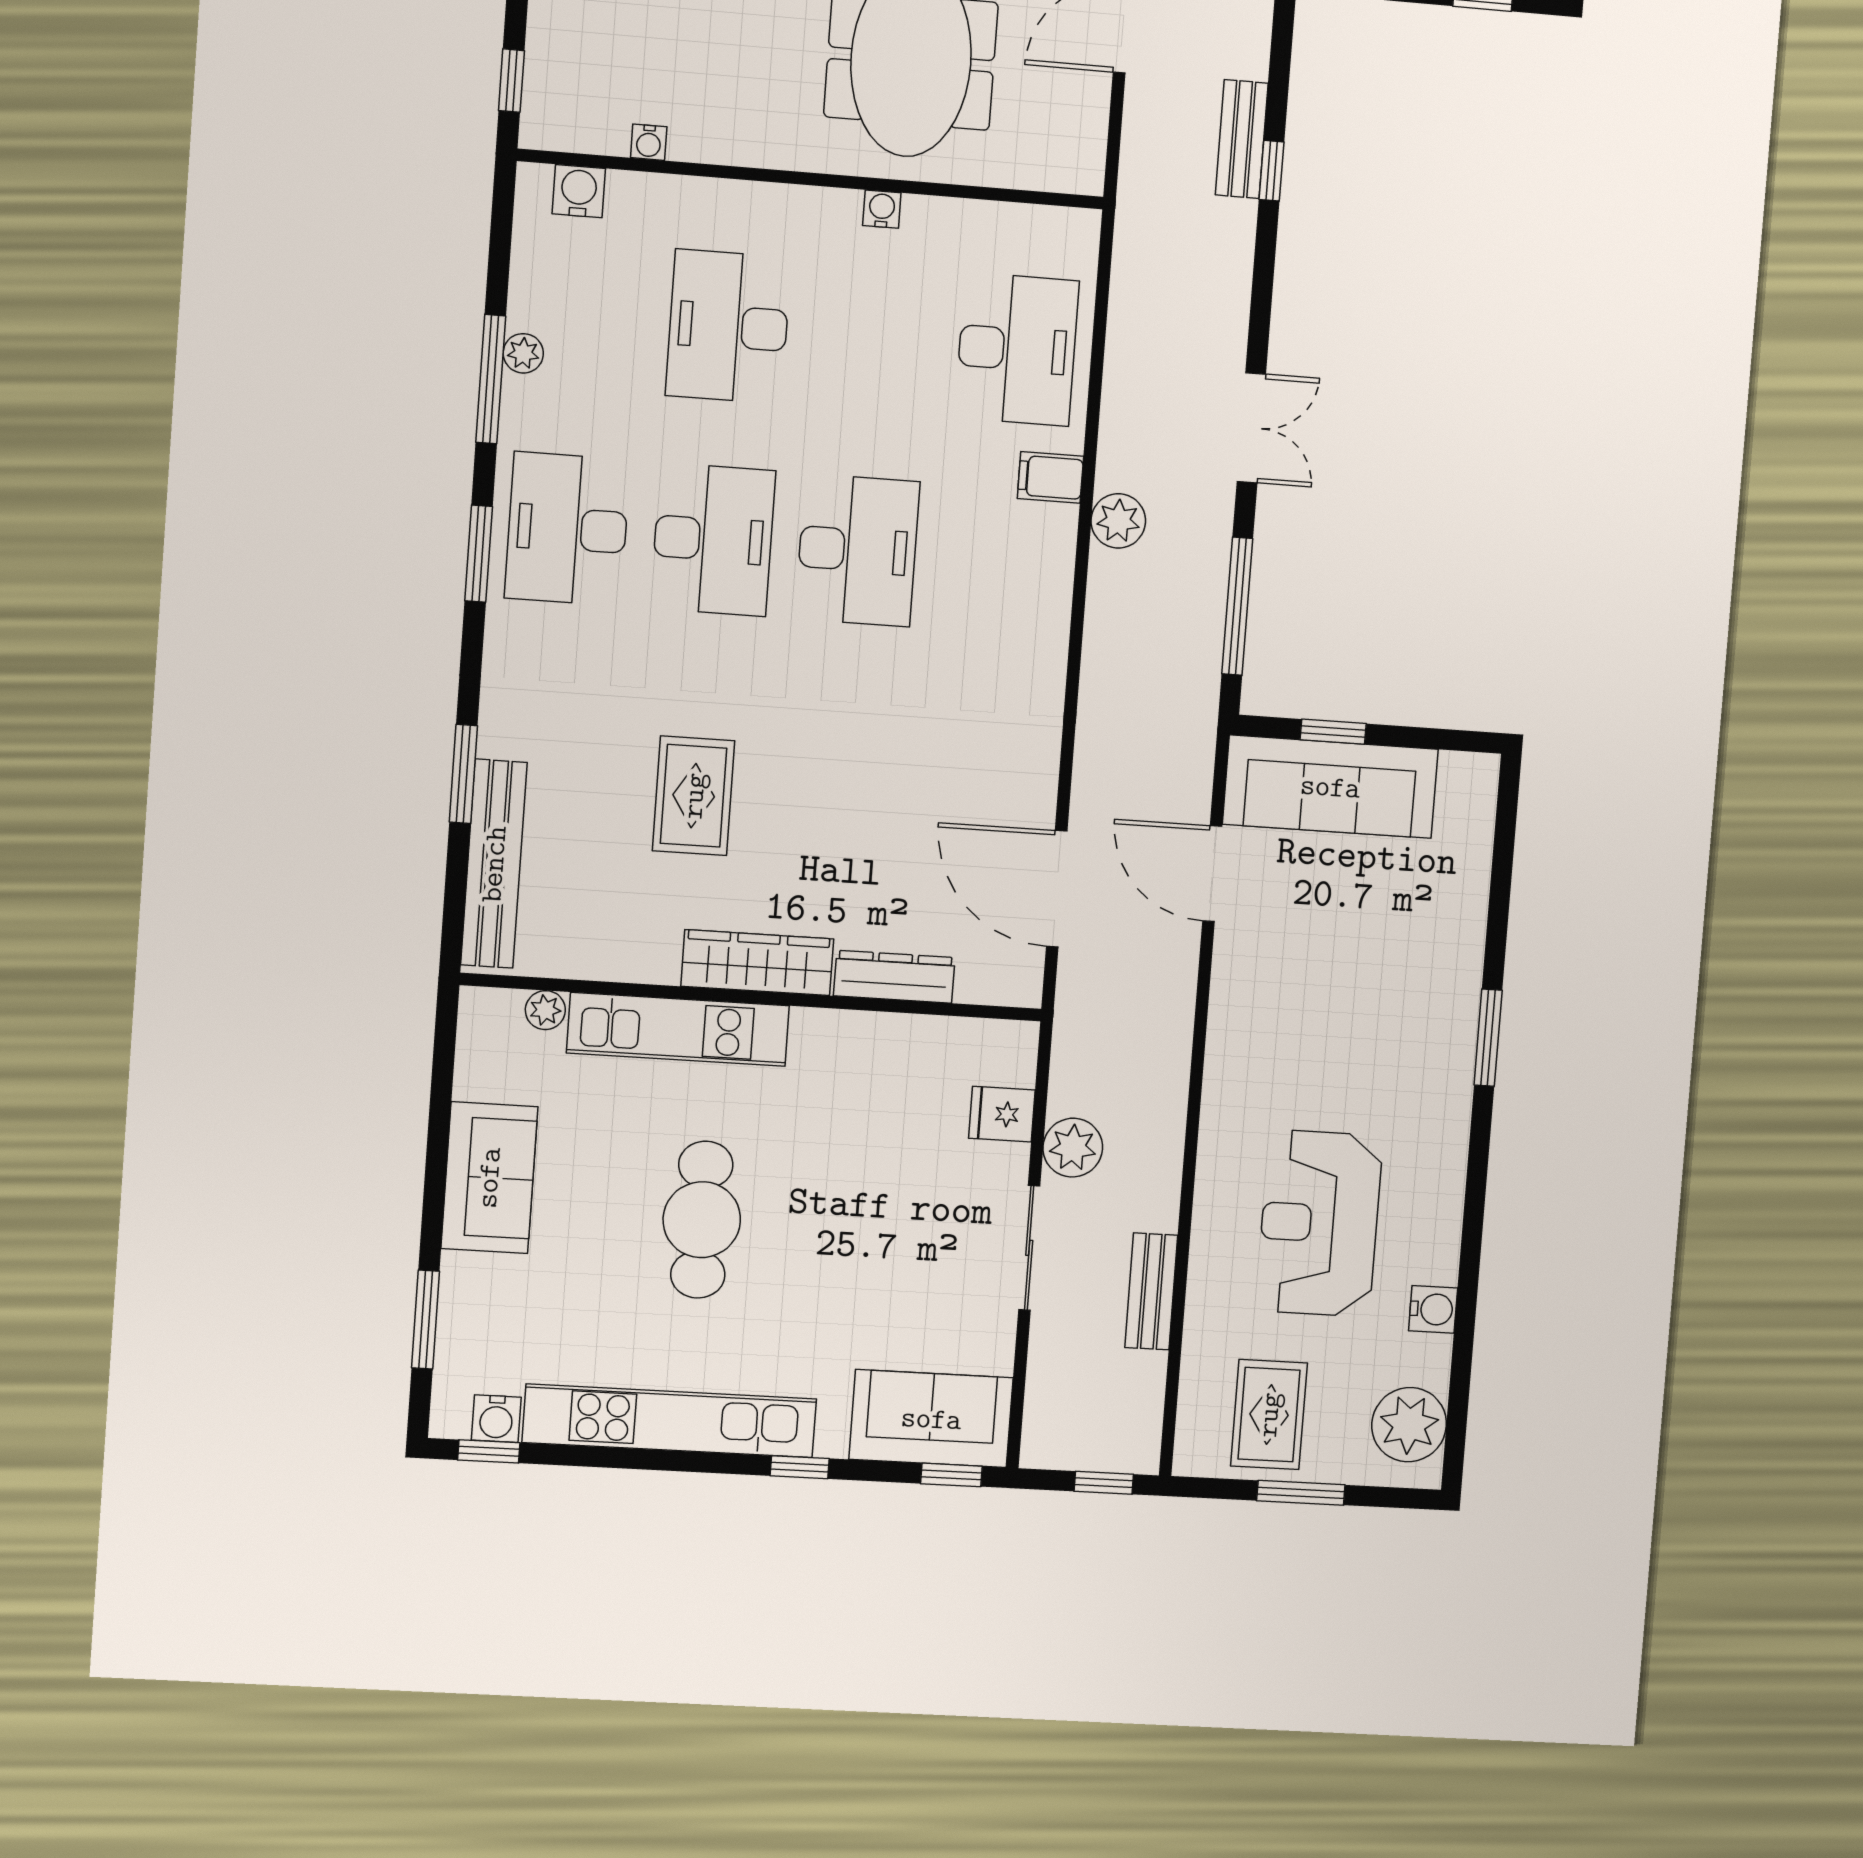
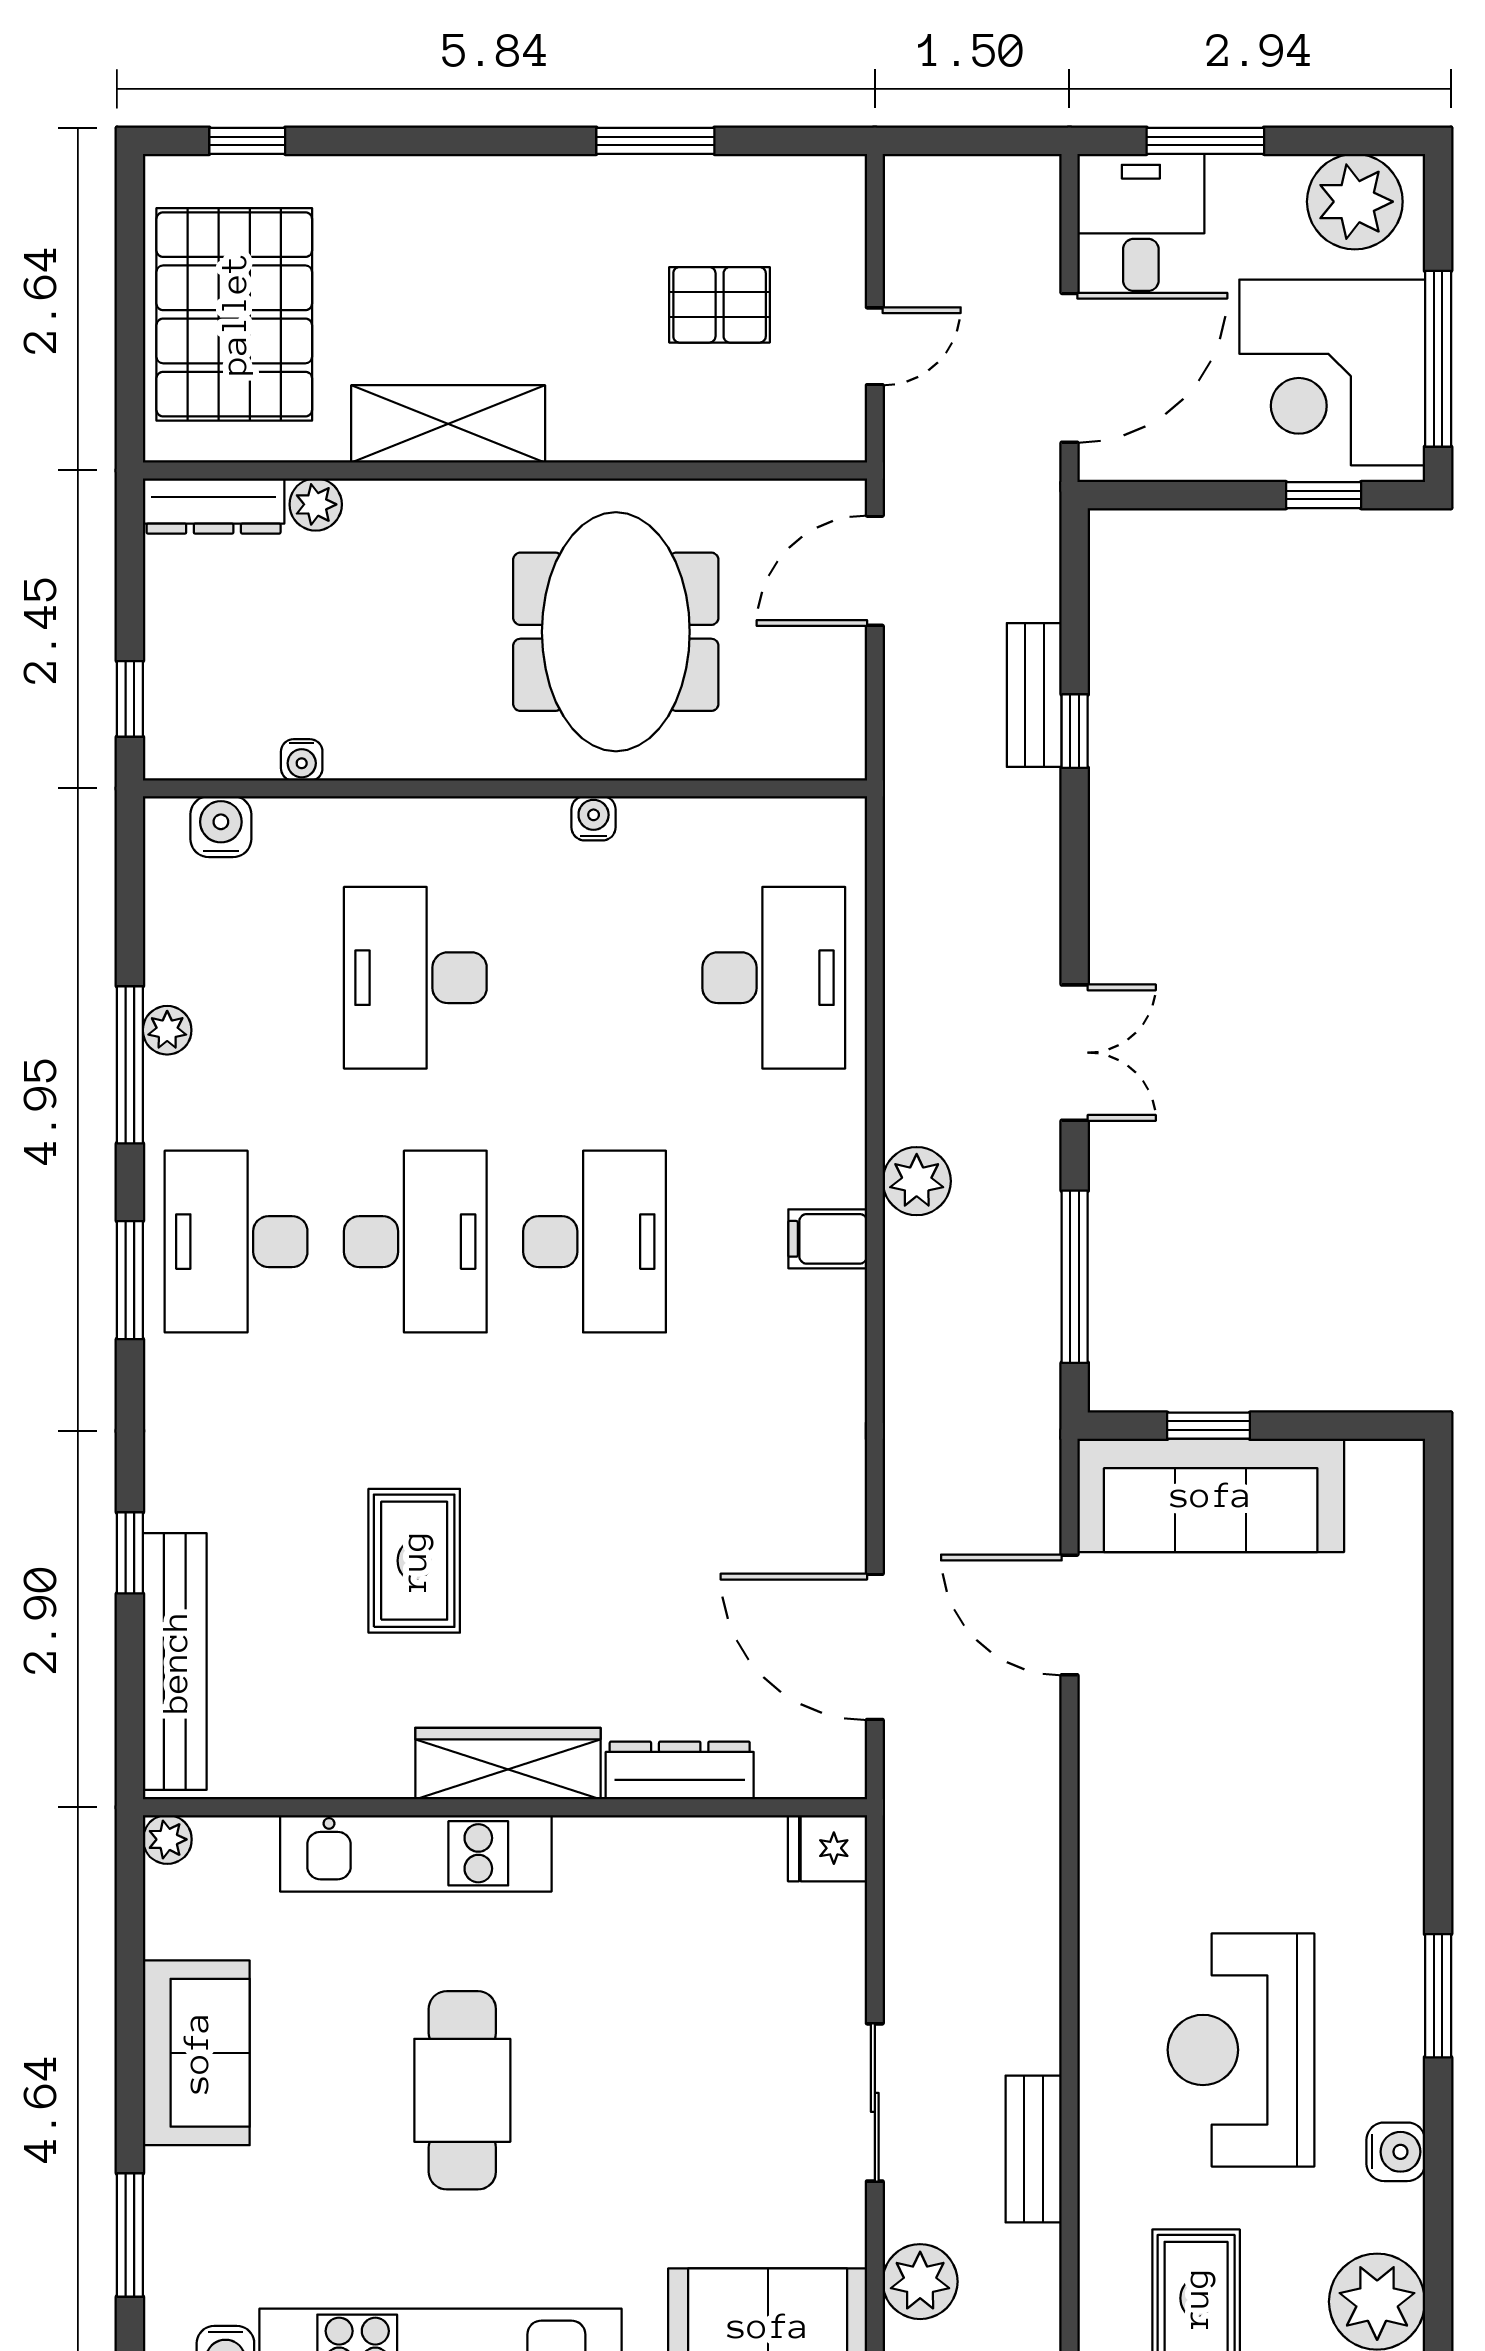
filing cabinet: (1050, 477) -> (828, 1239), moved
window: (463, 774) -> (130, 1553), width x0.67
plant: (545, 1010) -> (167, 1839), moved
window: (1488, 1038) -> (1438, 1996), moved
fridge: (1002, 1114) -> (827, 1848), moved
plant: (1073, 1148) -> (920, 2282), moved

